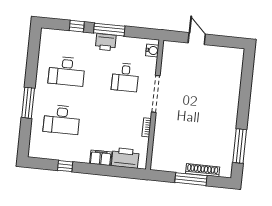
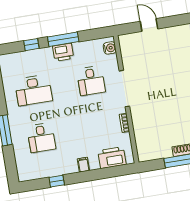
desk: (62, 120) -> (41, 138), width x0.73
filing cabinet: (101, 158) -> (83, 165), width x0.50

